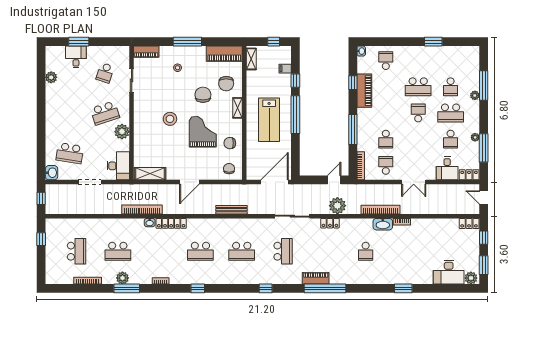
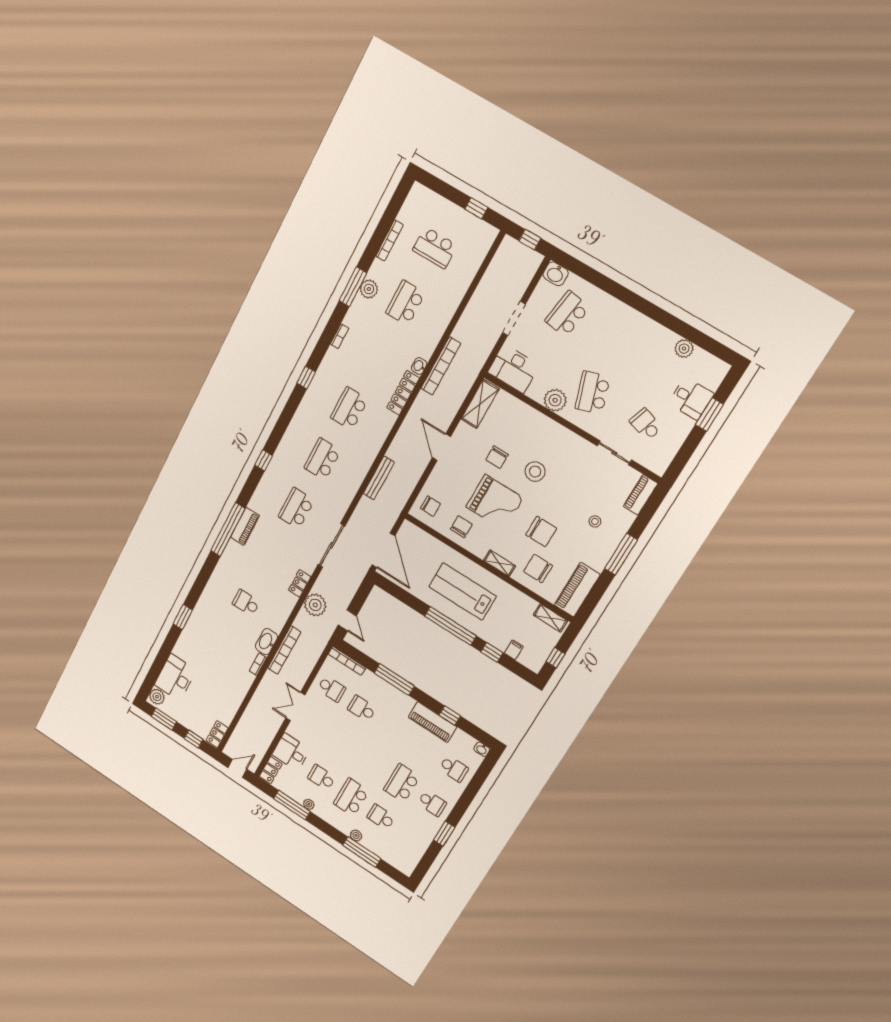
school desk: (418, 113) -> (432, 803), moved
chair: (175, 146) -> (497, 457), added
school desk: (283, 251) -> (296, 508), turned 90

